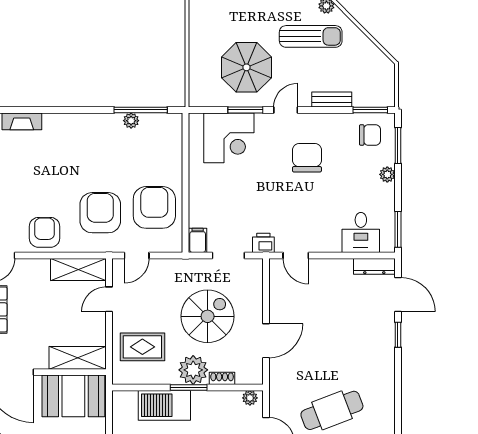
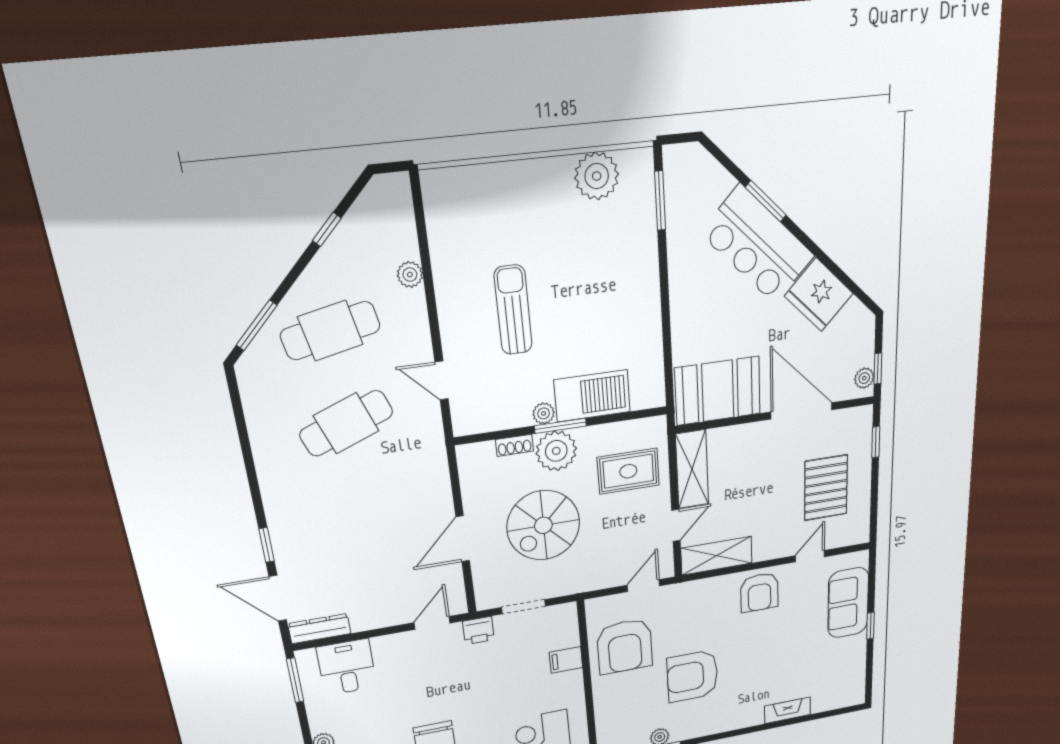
armchair: (100, 213) -> (692, 676), moved, turned 90
filing cabinet: (198, 240) -> (566, 660), moved, turned 90
door: (296, 255) -> (432, 623), hinge flipped
door: (266, 341) -> (463, 539), moved
shelving: (78, 358) -> (692, 469), moved, turned 90
plant: (250, 398) -> (544, 413), moved

